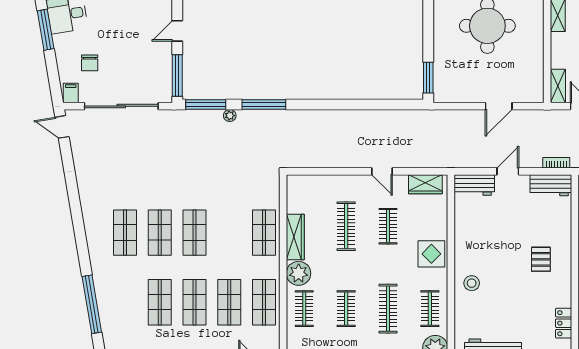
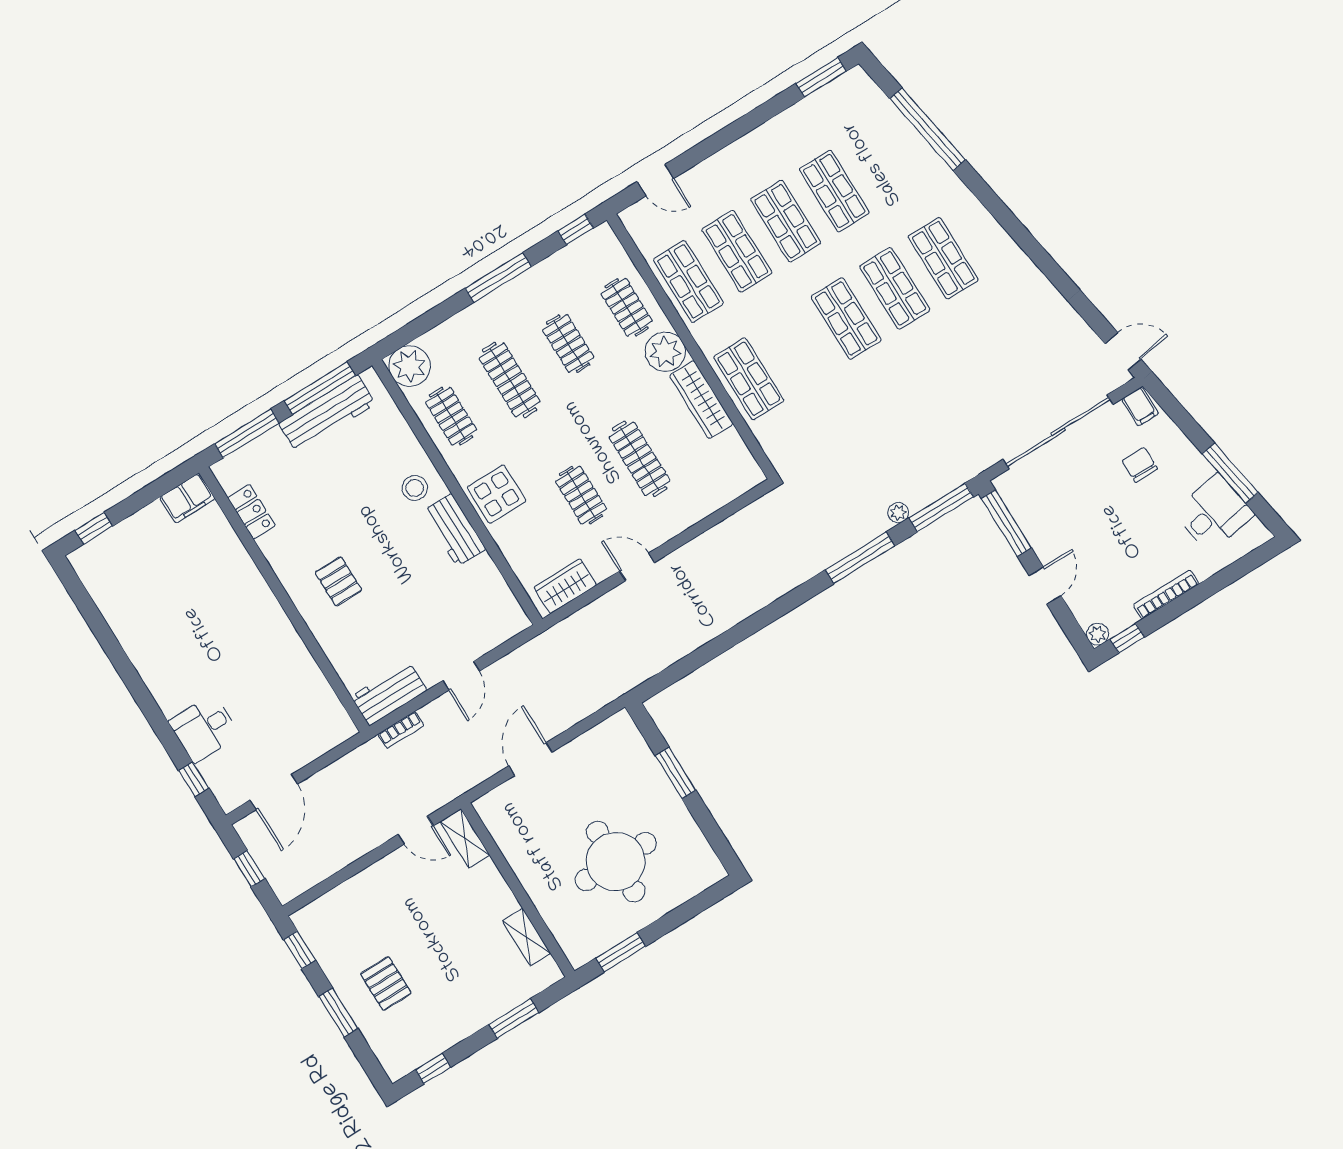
window: (428, 78) -> (676, 773), moved
workbench: (474, 185) -> (454, 530), moved, turned -90

